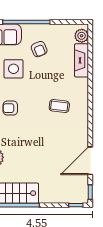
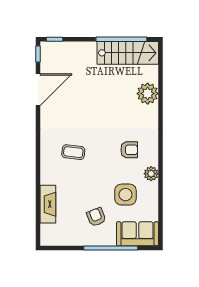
plant: (82, 36) -> (48, 232), removed

